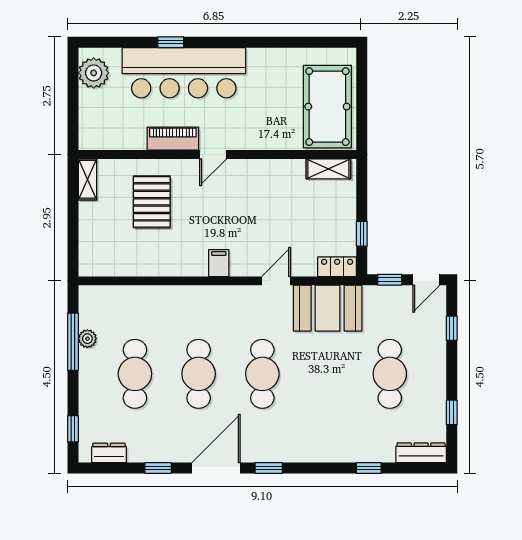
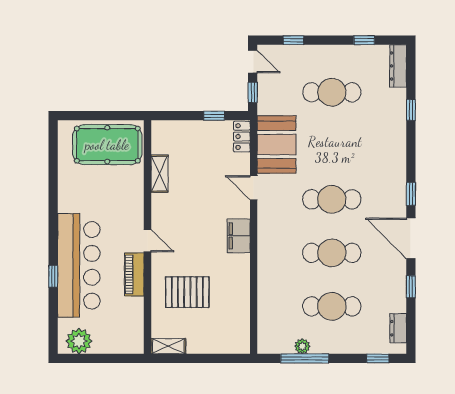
shelving: (328, 169) -> (160, 174), moved
filing cabinet: (219, 263) -> (239, 236), width x2.00

